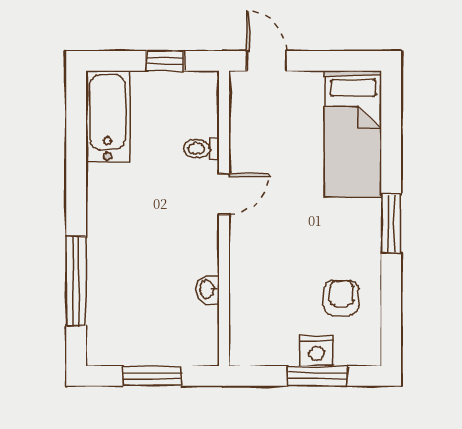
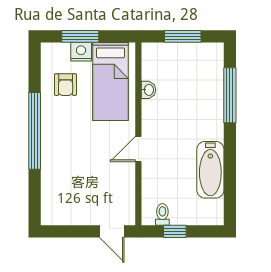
bathtub: (108, 117) -> (210, 170), moved
bed: (353, 134) -> (110, 81), moved, turned 180
toilet: (201, 149) -> (162, 214), moved, turned -90
window: (391, 223) -> (35, 131), width x2.11

